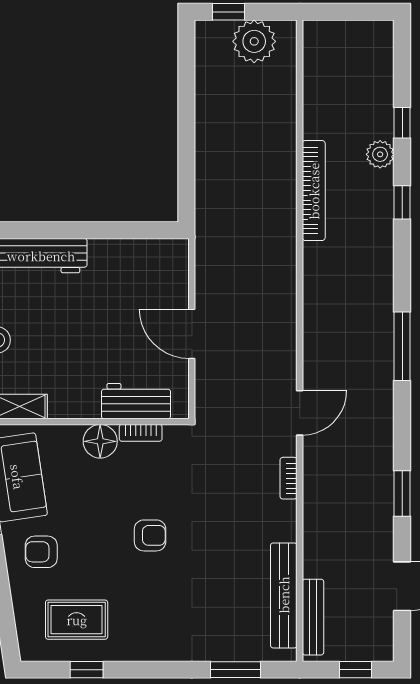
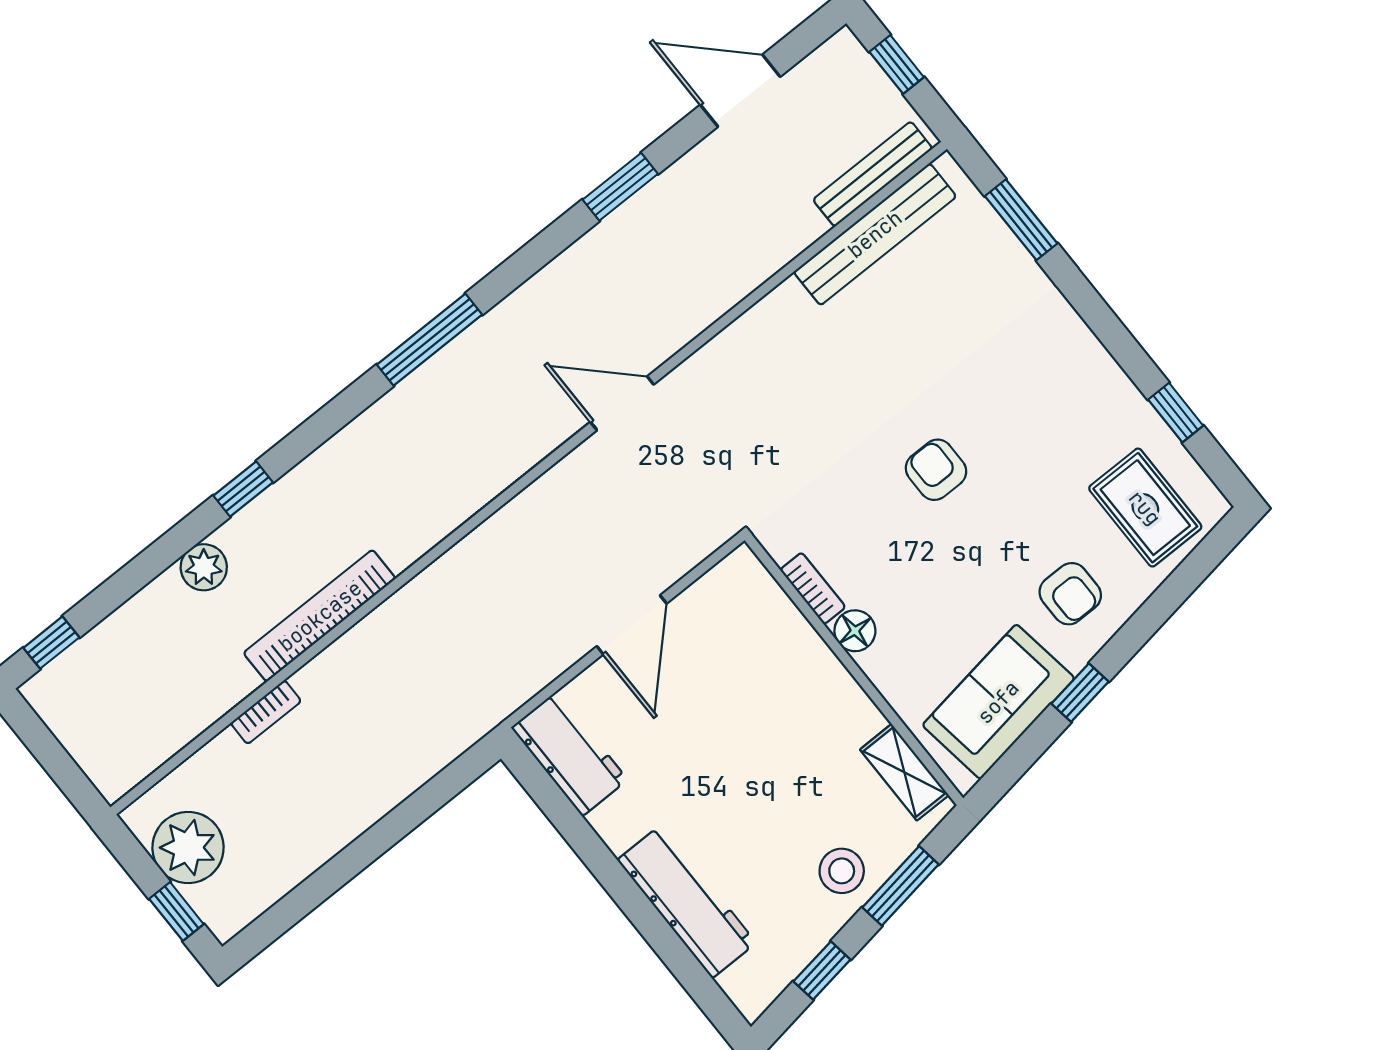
window: (402, 123) -> (51, 643), moved
workbench: (136, 401) -> (569, 754), moved, turned 180
floor lamp: (100, 441) -> (855, 631), width x0.73, depth x0.73
bookcase: (289, 478) -> (266, 712), moved
rug: (77, 620) -> (1145, 508), moved

